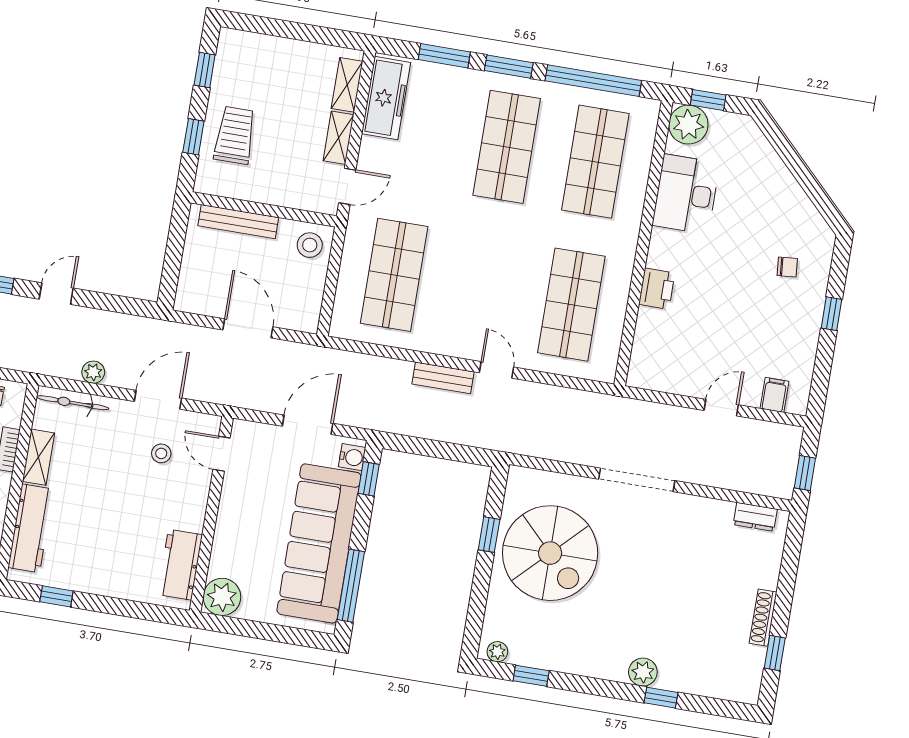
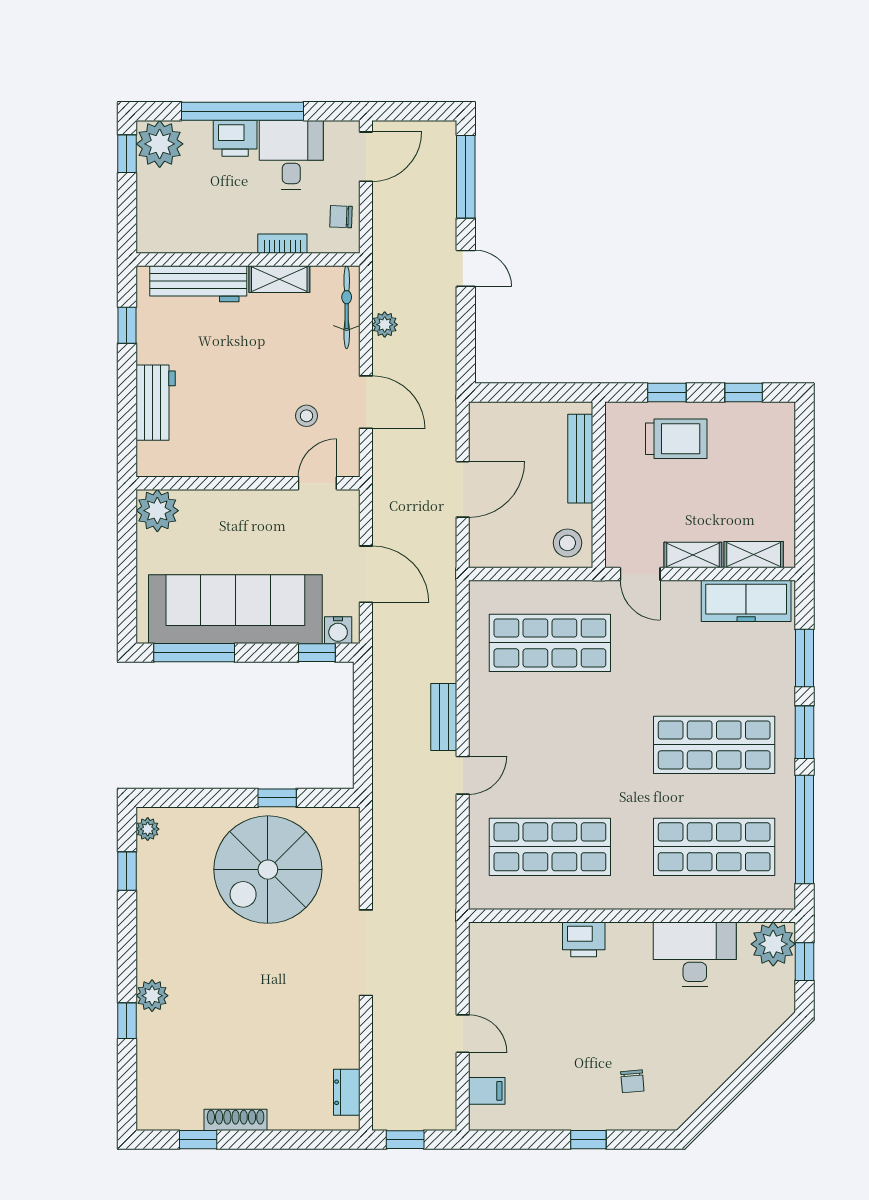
workbench: (180, 565) -> (156, 403), moved, turned 90

